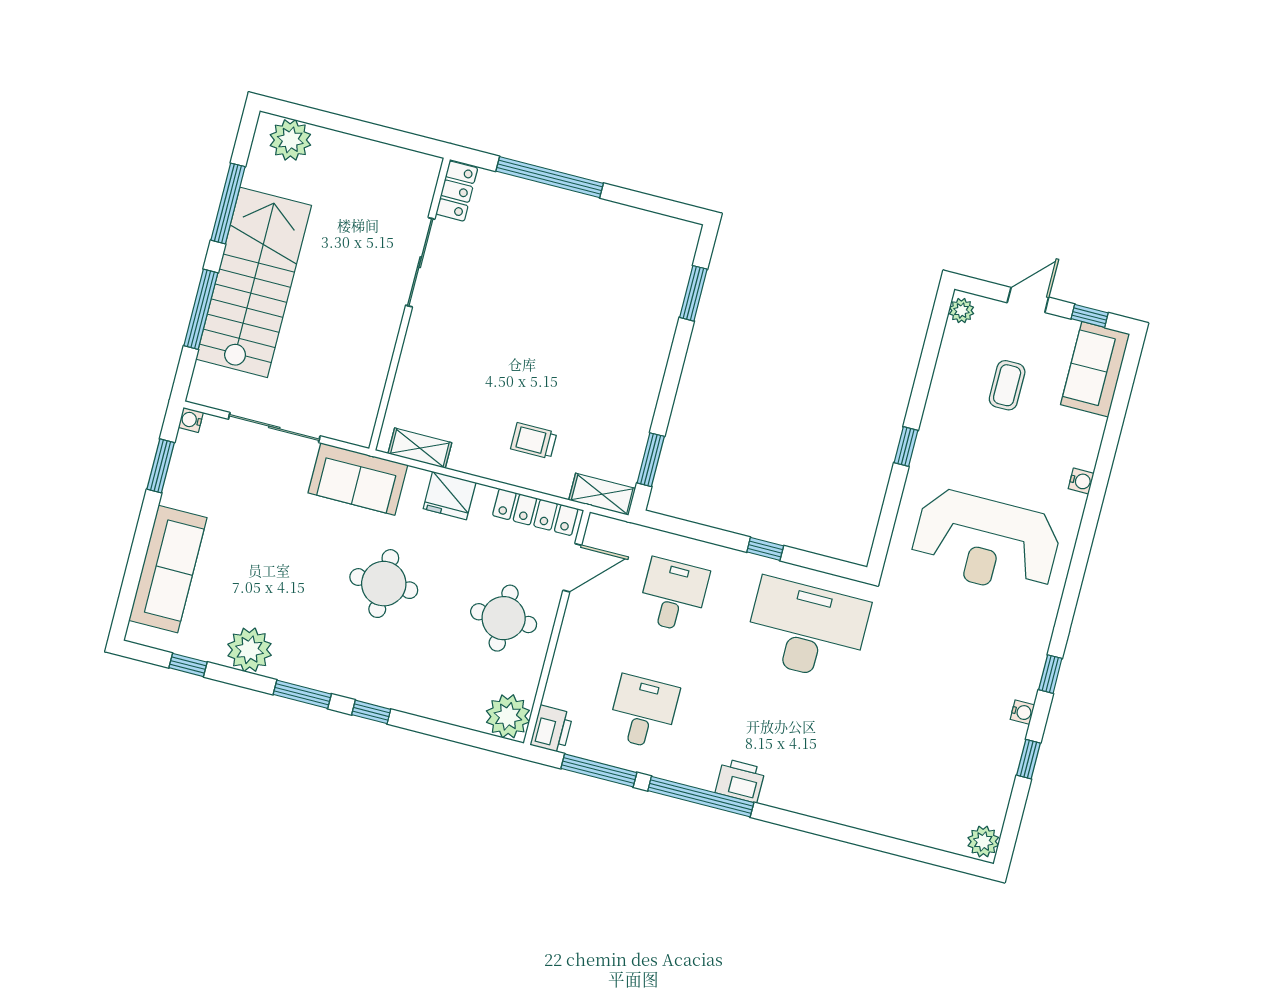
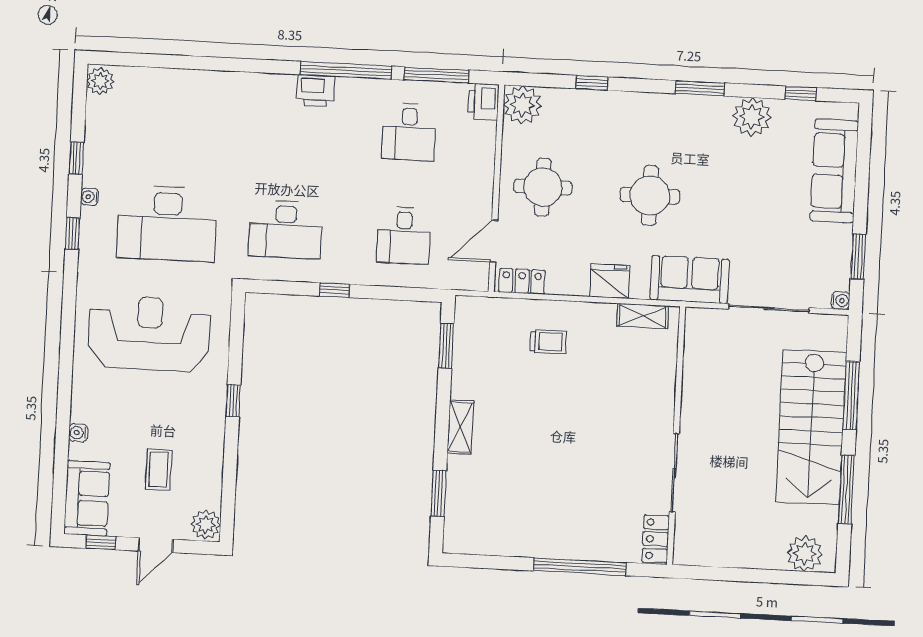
plant: (962, 311) -> (206, 525), width x1.38, depth x1.38
water cooler: (1081, 481) -> (78, 433), moved
shelving: (602, 494) -> (460, 427), moved, turned 90
locker: (535, 512) -> (522, 281), width x0.66
desk: (807, 629) -> (285, 230), width x0.73, depth x0.77
desk: (940, 664) -> (167, 224), added
window: (371, 712) -> (592, 83), moved

